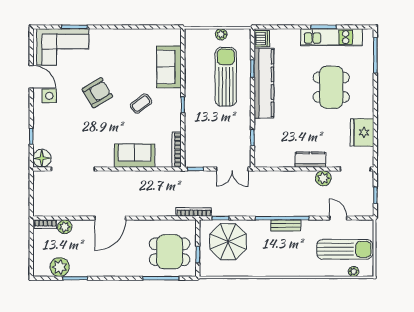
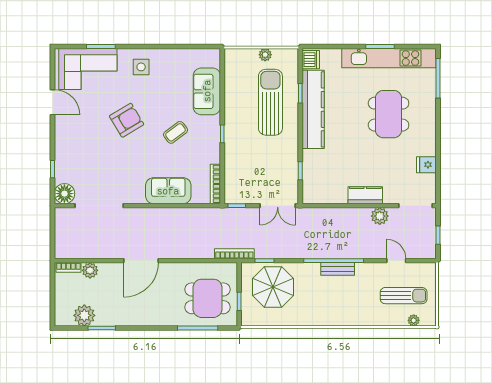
kitchen unit: (332, 37) -> (389, 58), width x1.36
side table: (49, 96) -> (141, 67), moved
fridge: (362, 132) -> (426, 165), width x0.53, depth x0.75
sun lounger: (345, 249) -> (404, 296), width x0.73, depth x0.75

